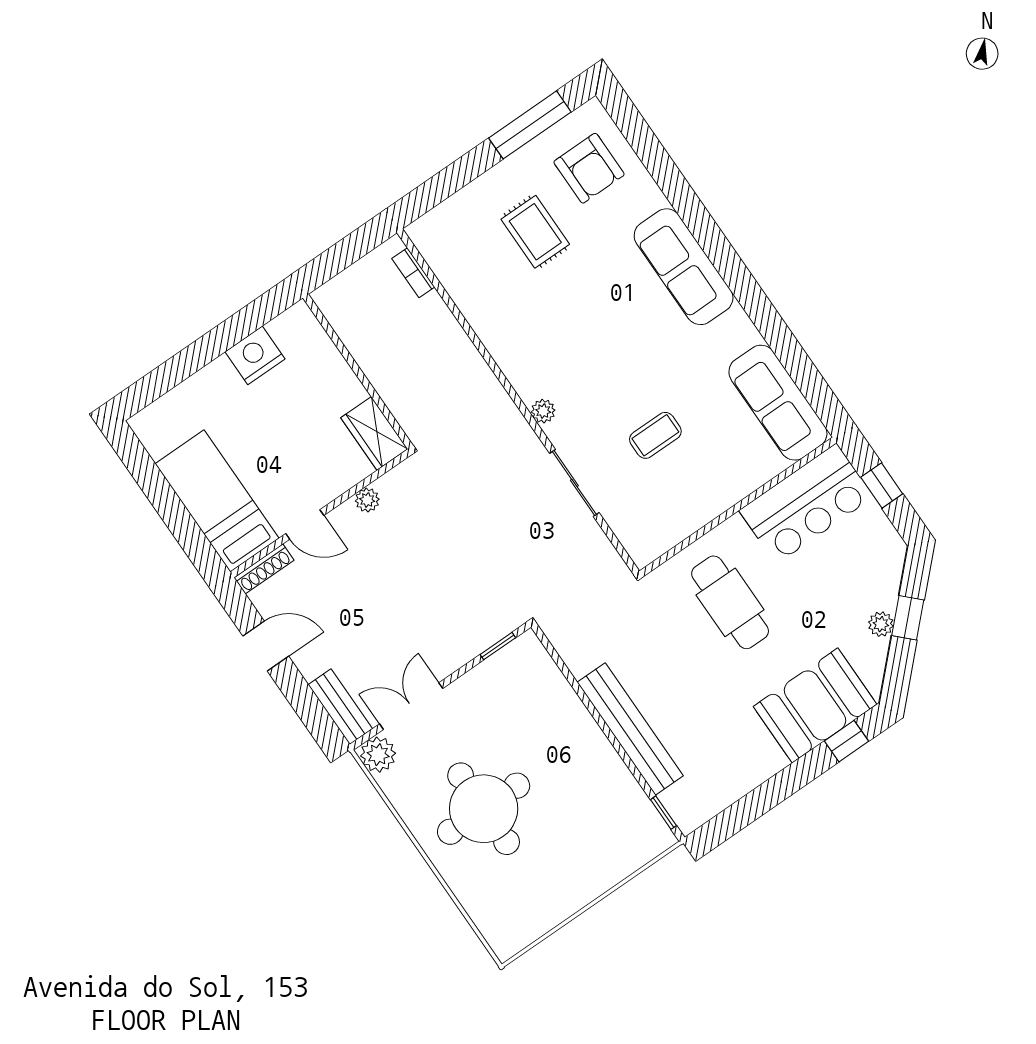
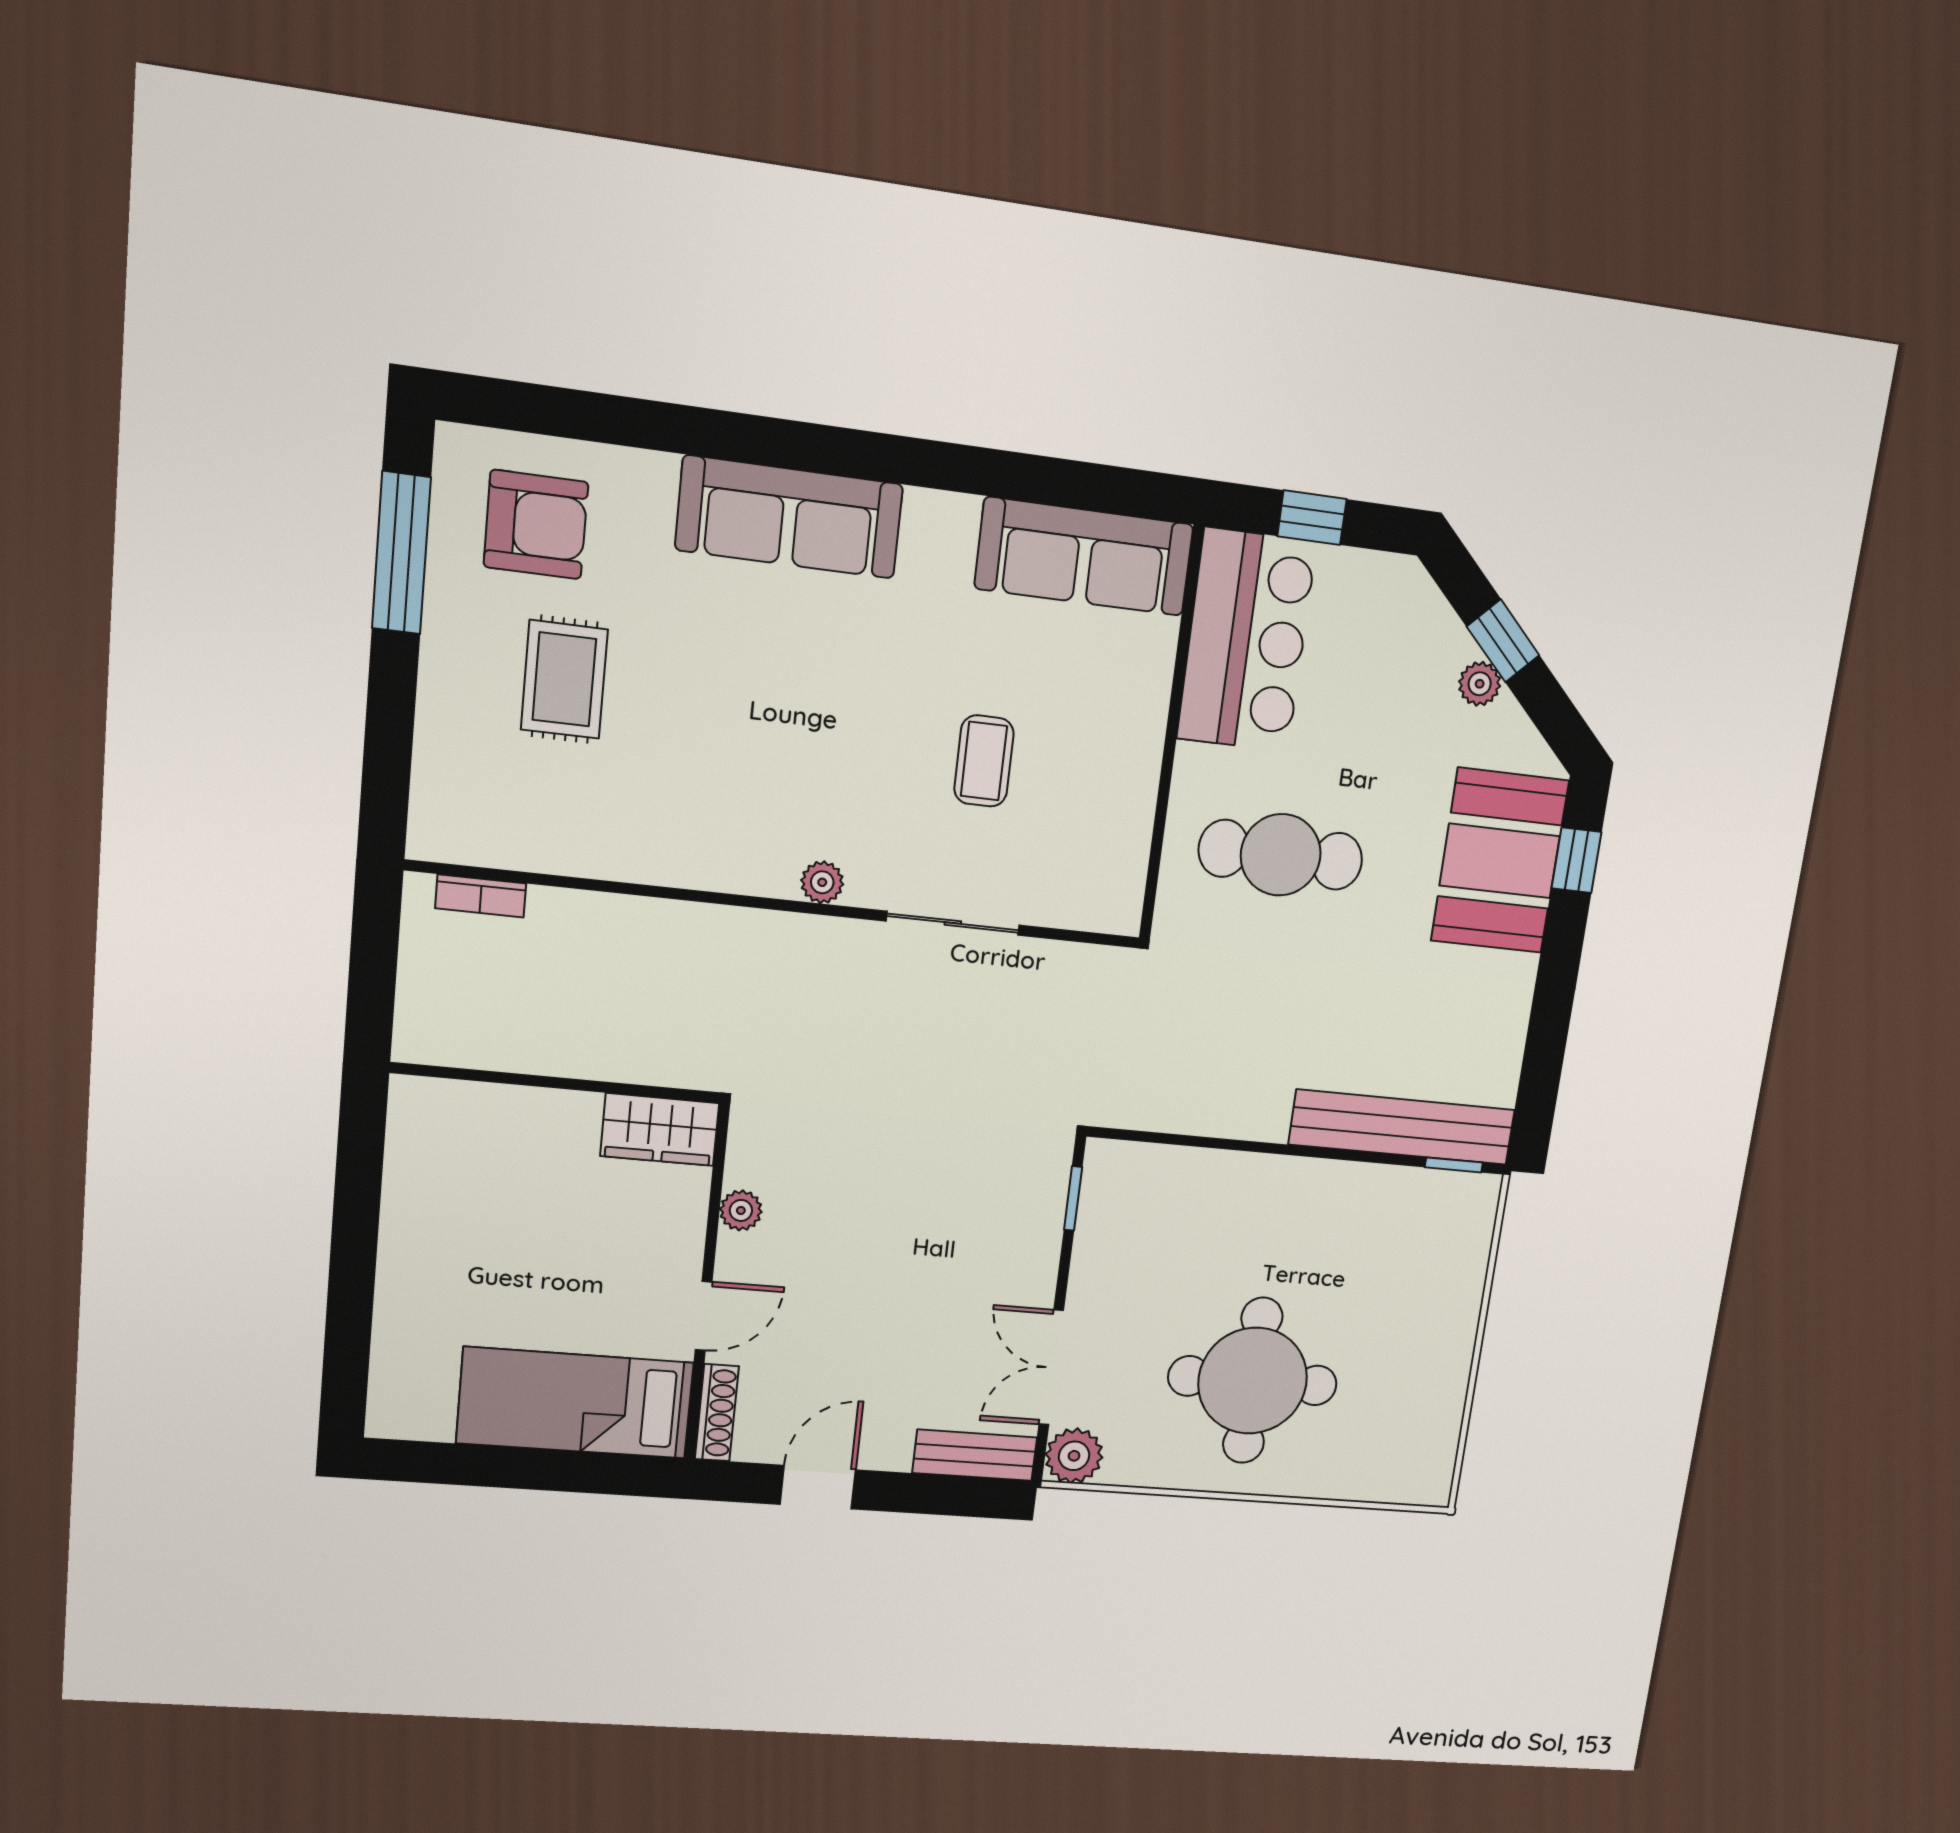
rug: (535, 232) -> (564, 679), turned 90
nightstand: (255, 355) -> (417, 1200), removed
bench: (630, 729) -> (1402, 1127), moved

